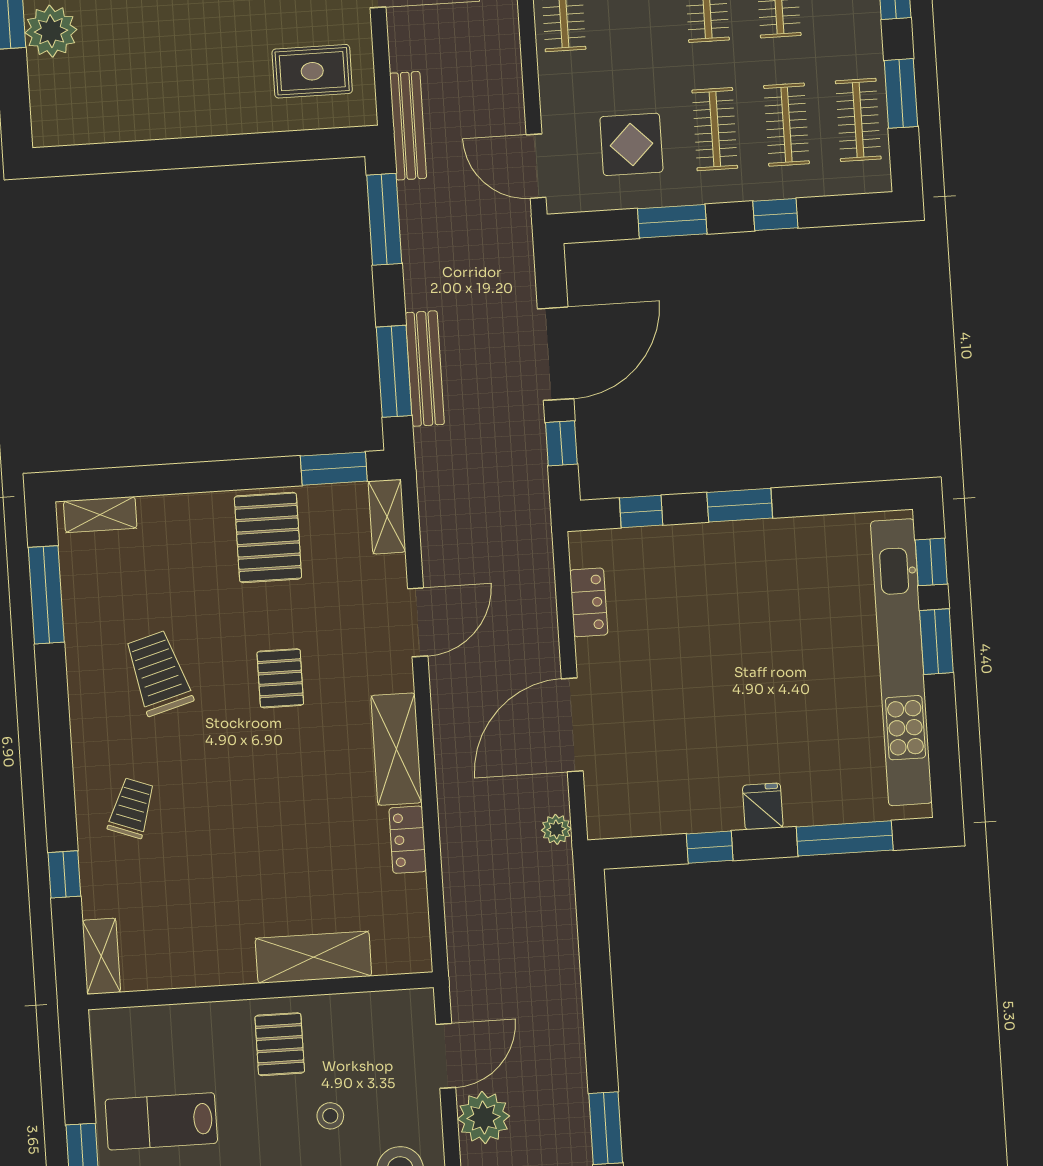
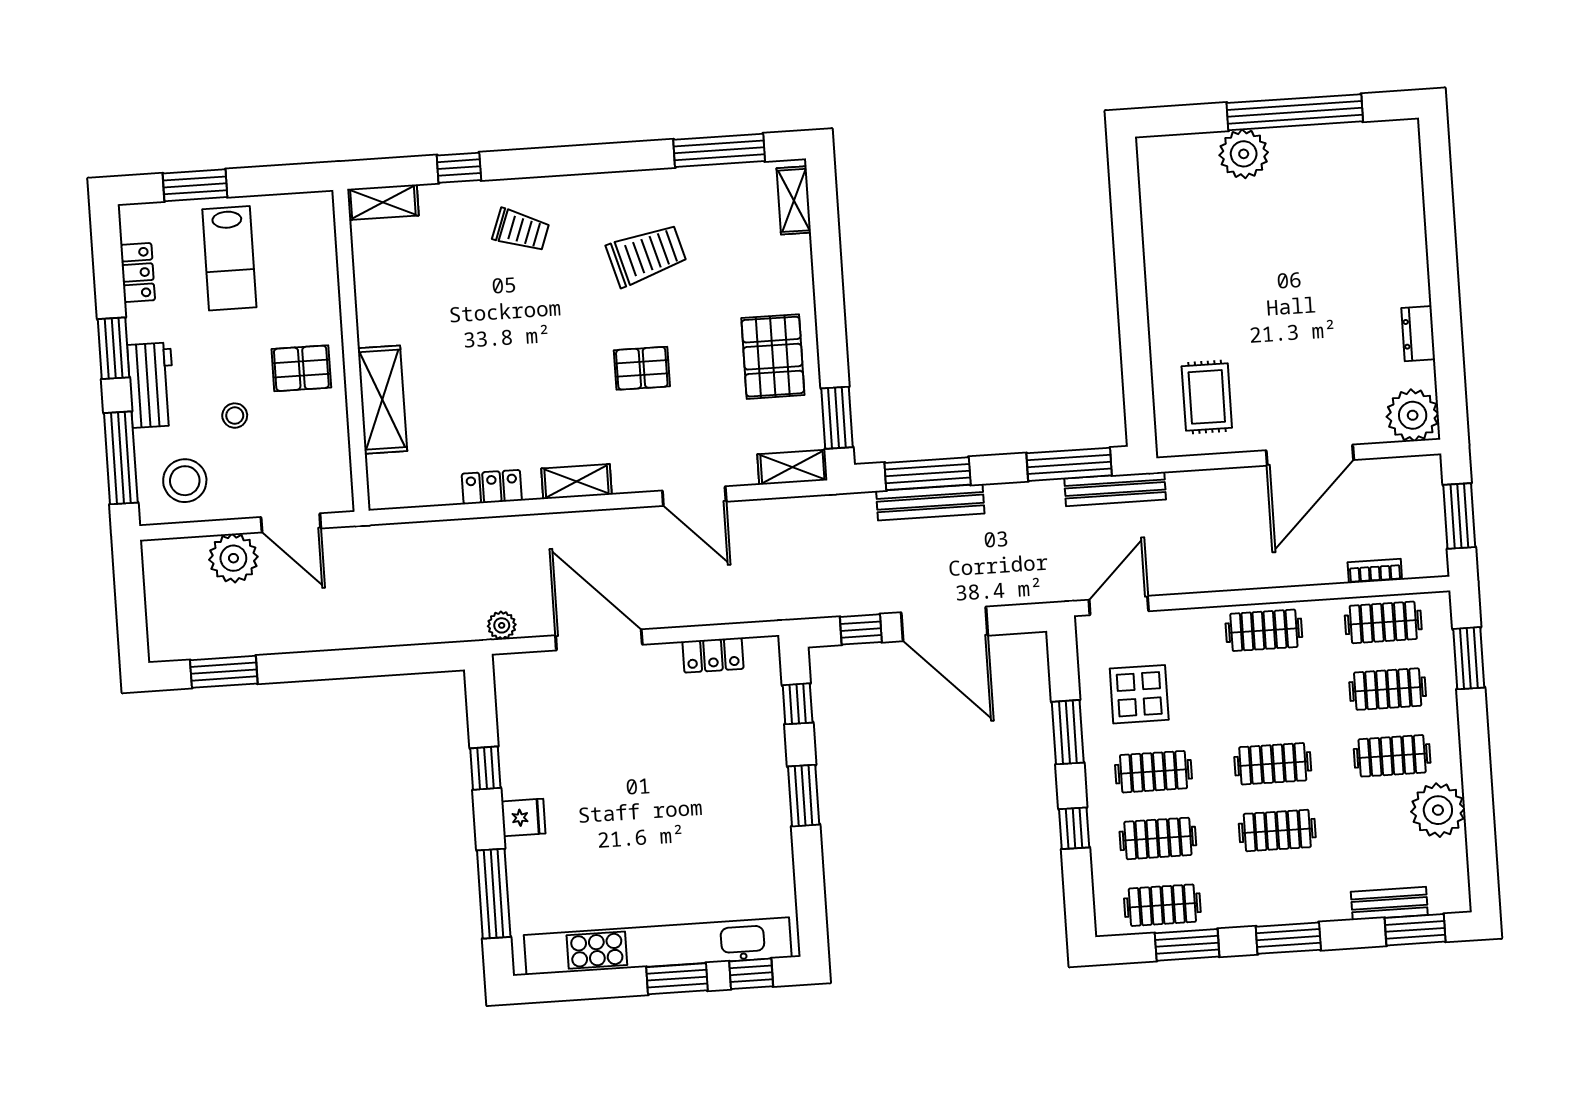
bench: (408, 126) -> (1115, 489), moved
pallet: (268, 537) -> (773, 357), turned 90
shelving: (396, 749) -> (576, 482), width x0.67, depth x0.75
lab bench: (161, 1121) -> (229, 258), turned 180

